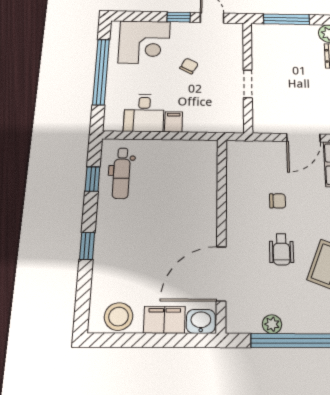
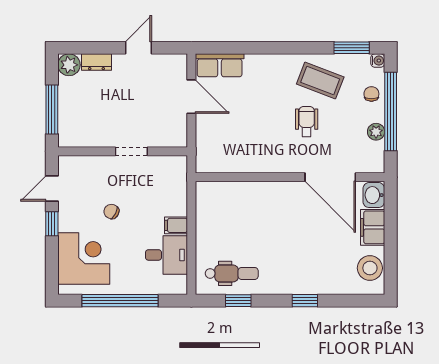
chair: (278, 201) -> (371, 94), moved
wheelchair: (281, 249) -> (307, 121), turned -90

